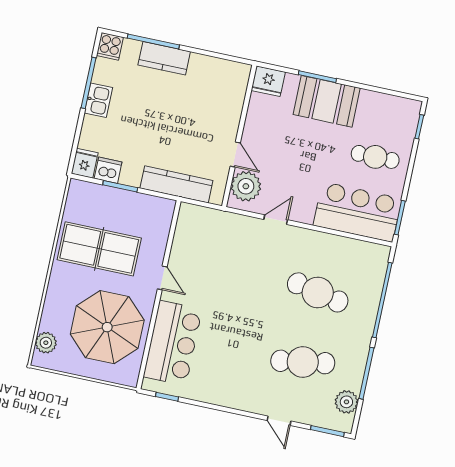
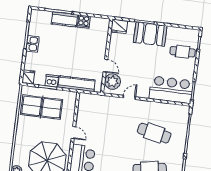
cooker: (110, 46) -> (84, 21), moved
cafe table: (375, 157) -> (183, 52), moved
dishwasher: (108, 170) -> (52, 81), moved
table tennis table: (99, 249) -> (42, 107), moved

